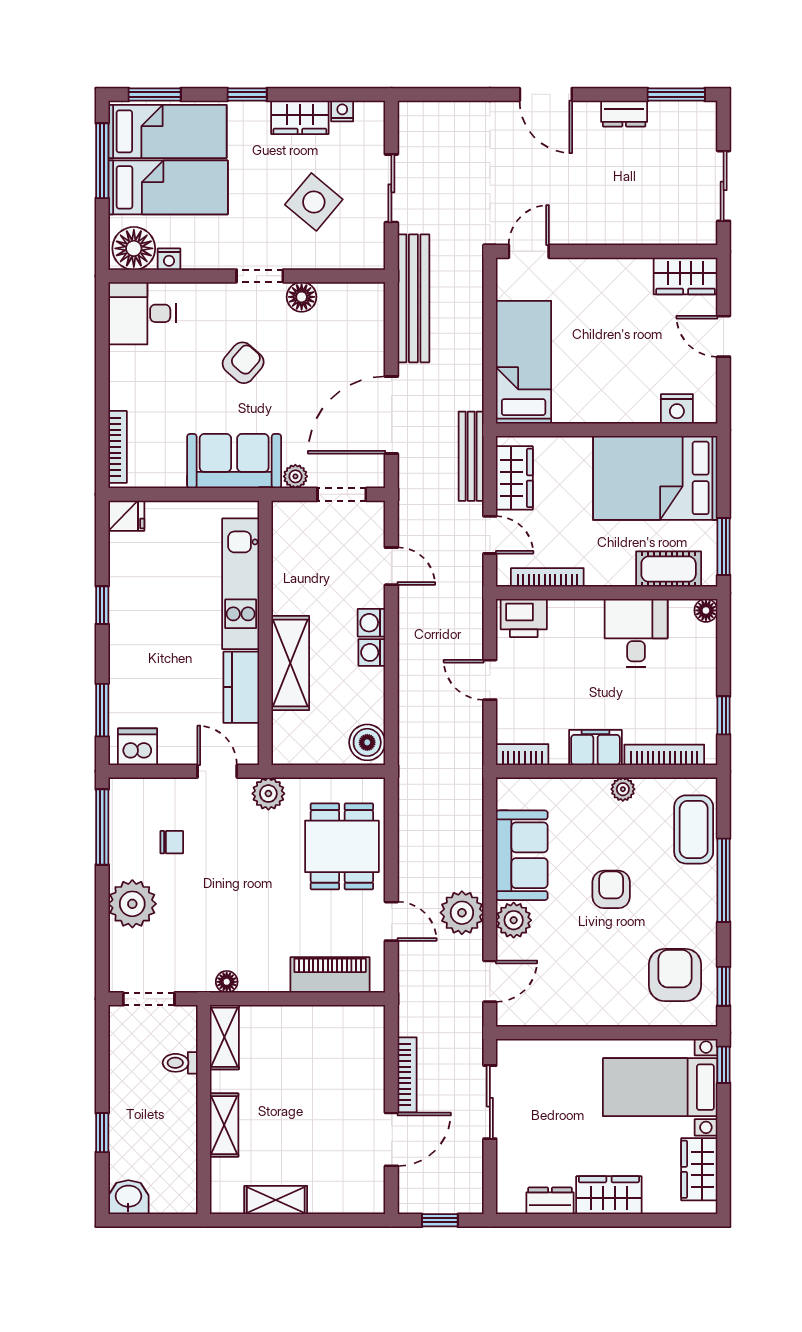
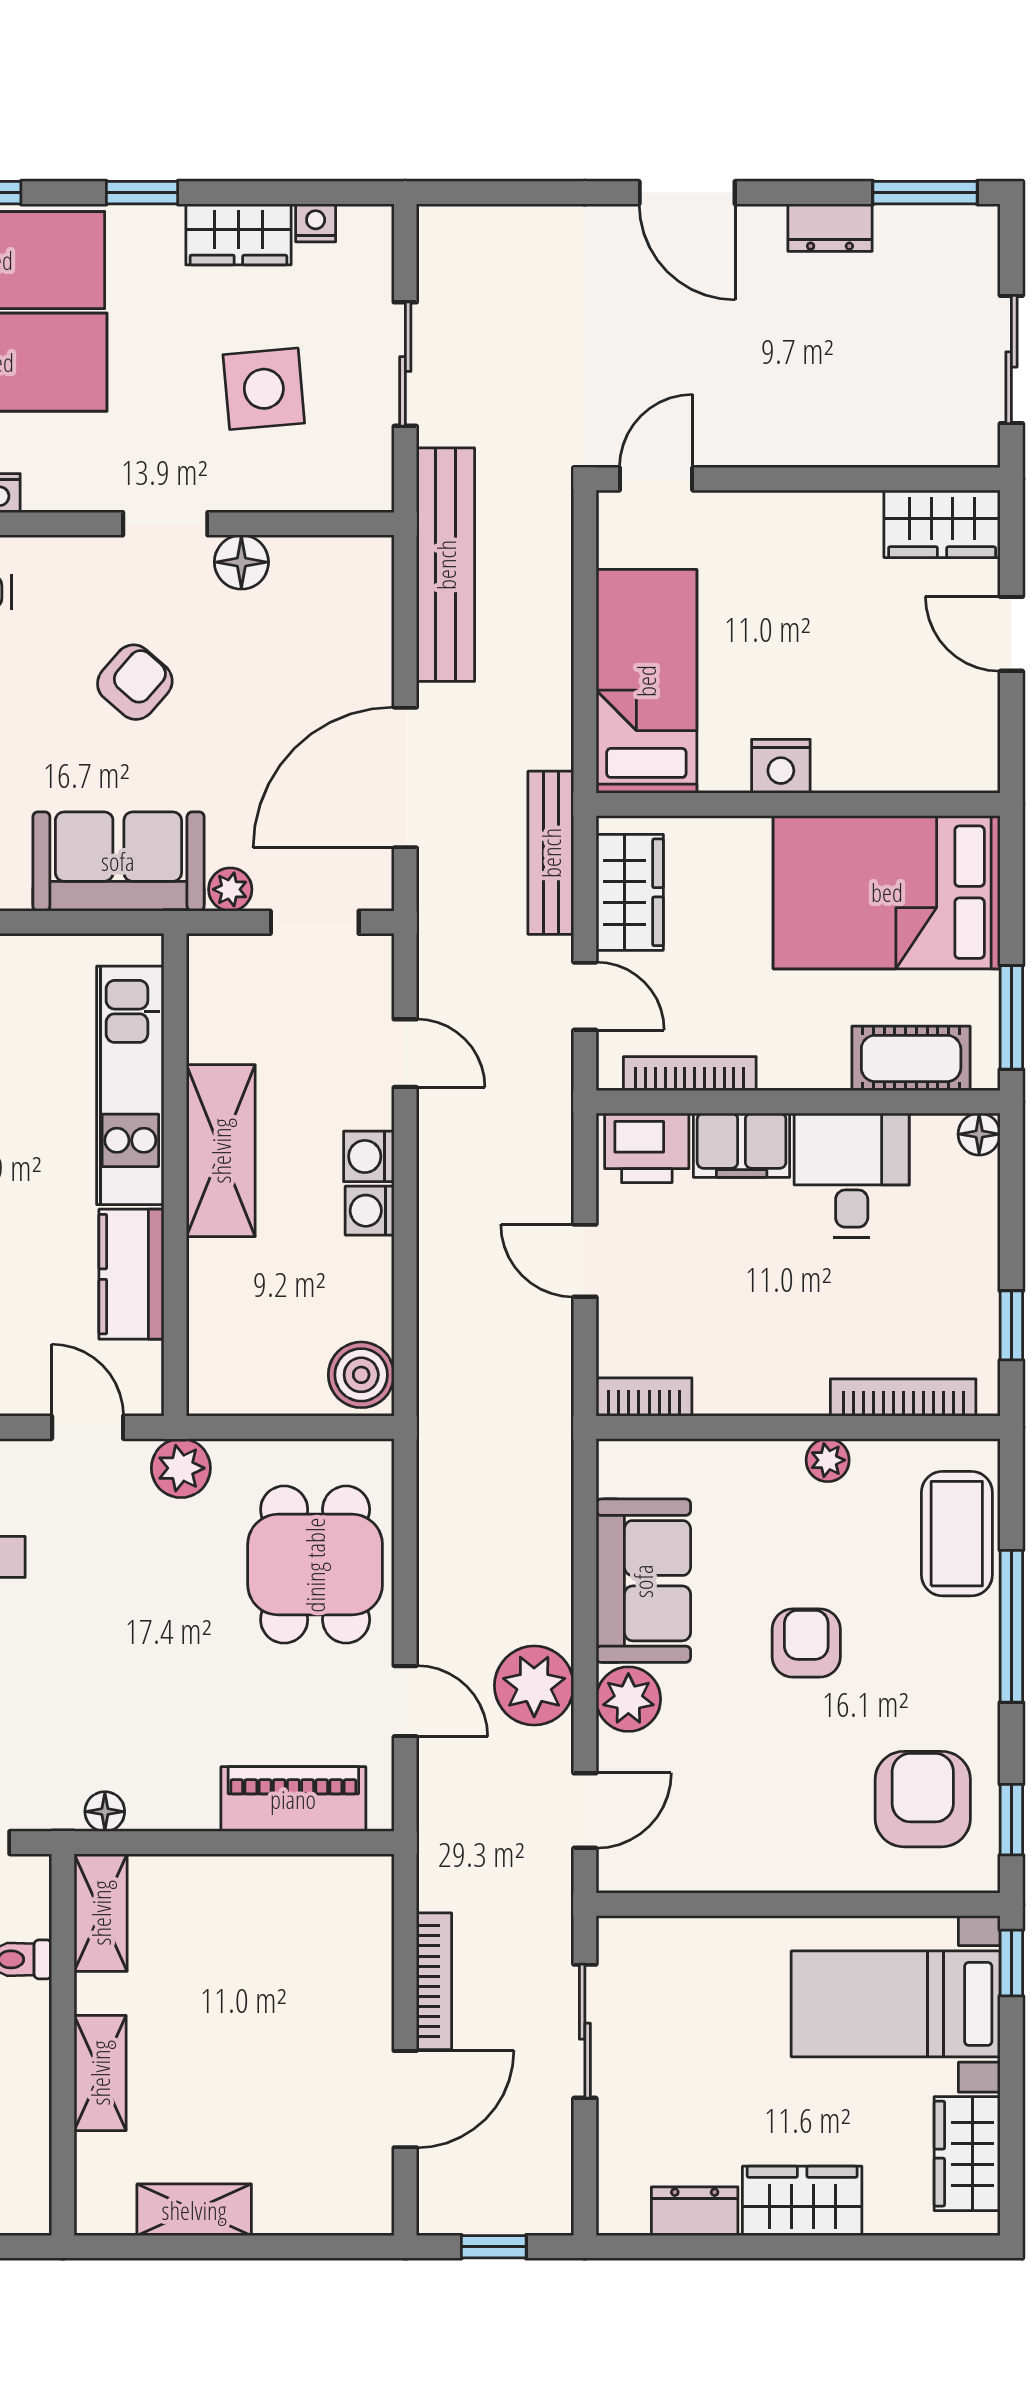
side table: (314, 202) -> (264, 389), turned 45
nightstand: (677, 409) -> (781, 766), moved
shelving: (290, 663) -> (221, 1151), moved
filing cabinet: (595, 747) -> (742, 1145), moved, turned 180

